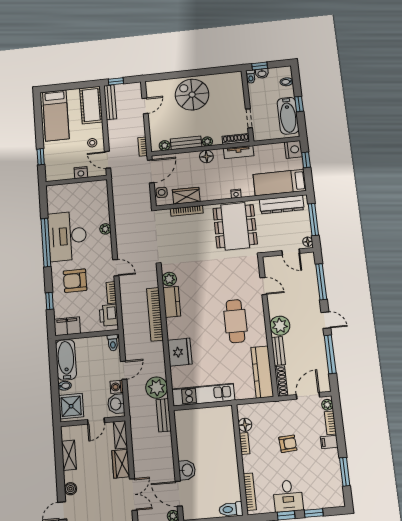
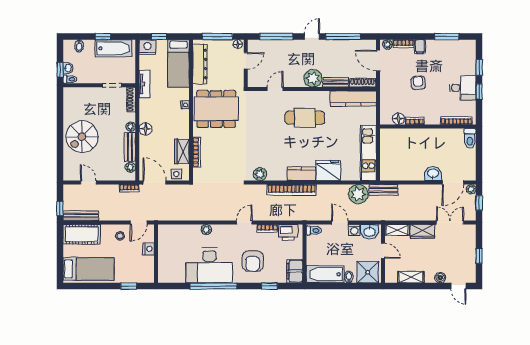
tv unit: (239, 152) -> (144, 84), moved
kitchen counter: (172, 302) -> (301, 174), moved

